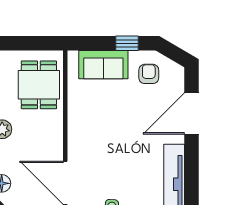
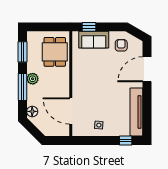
window: (127, 43) -> (89, 27), moved

